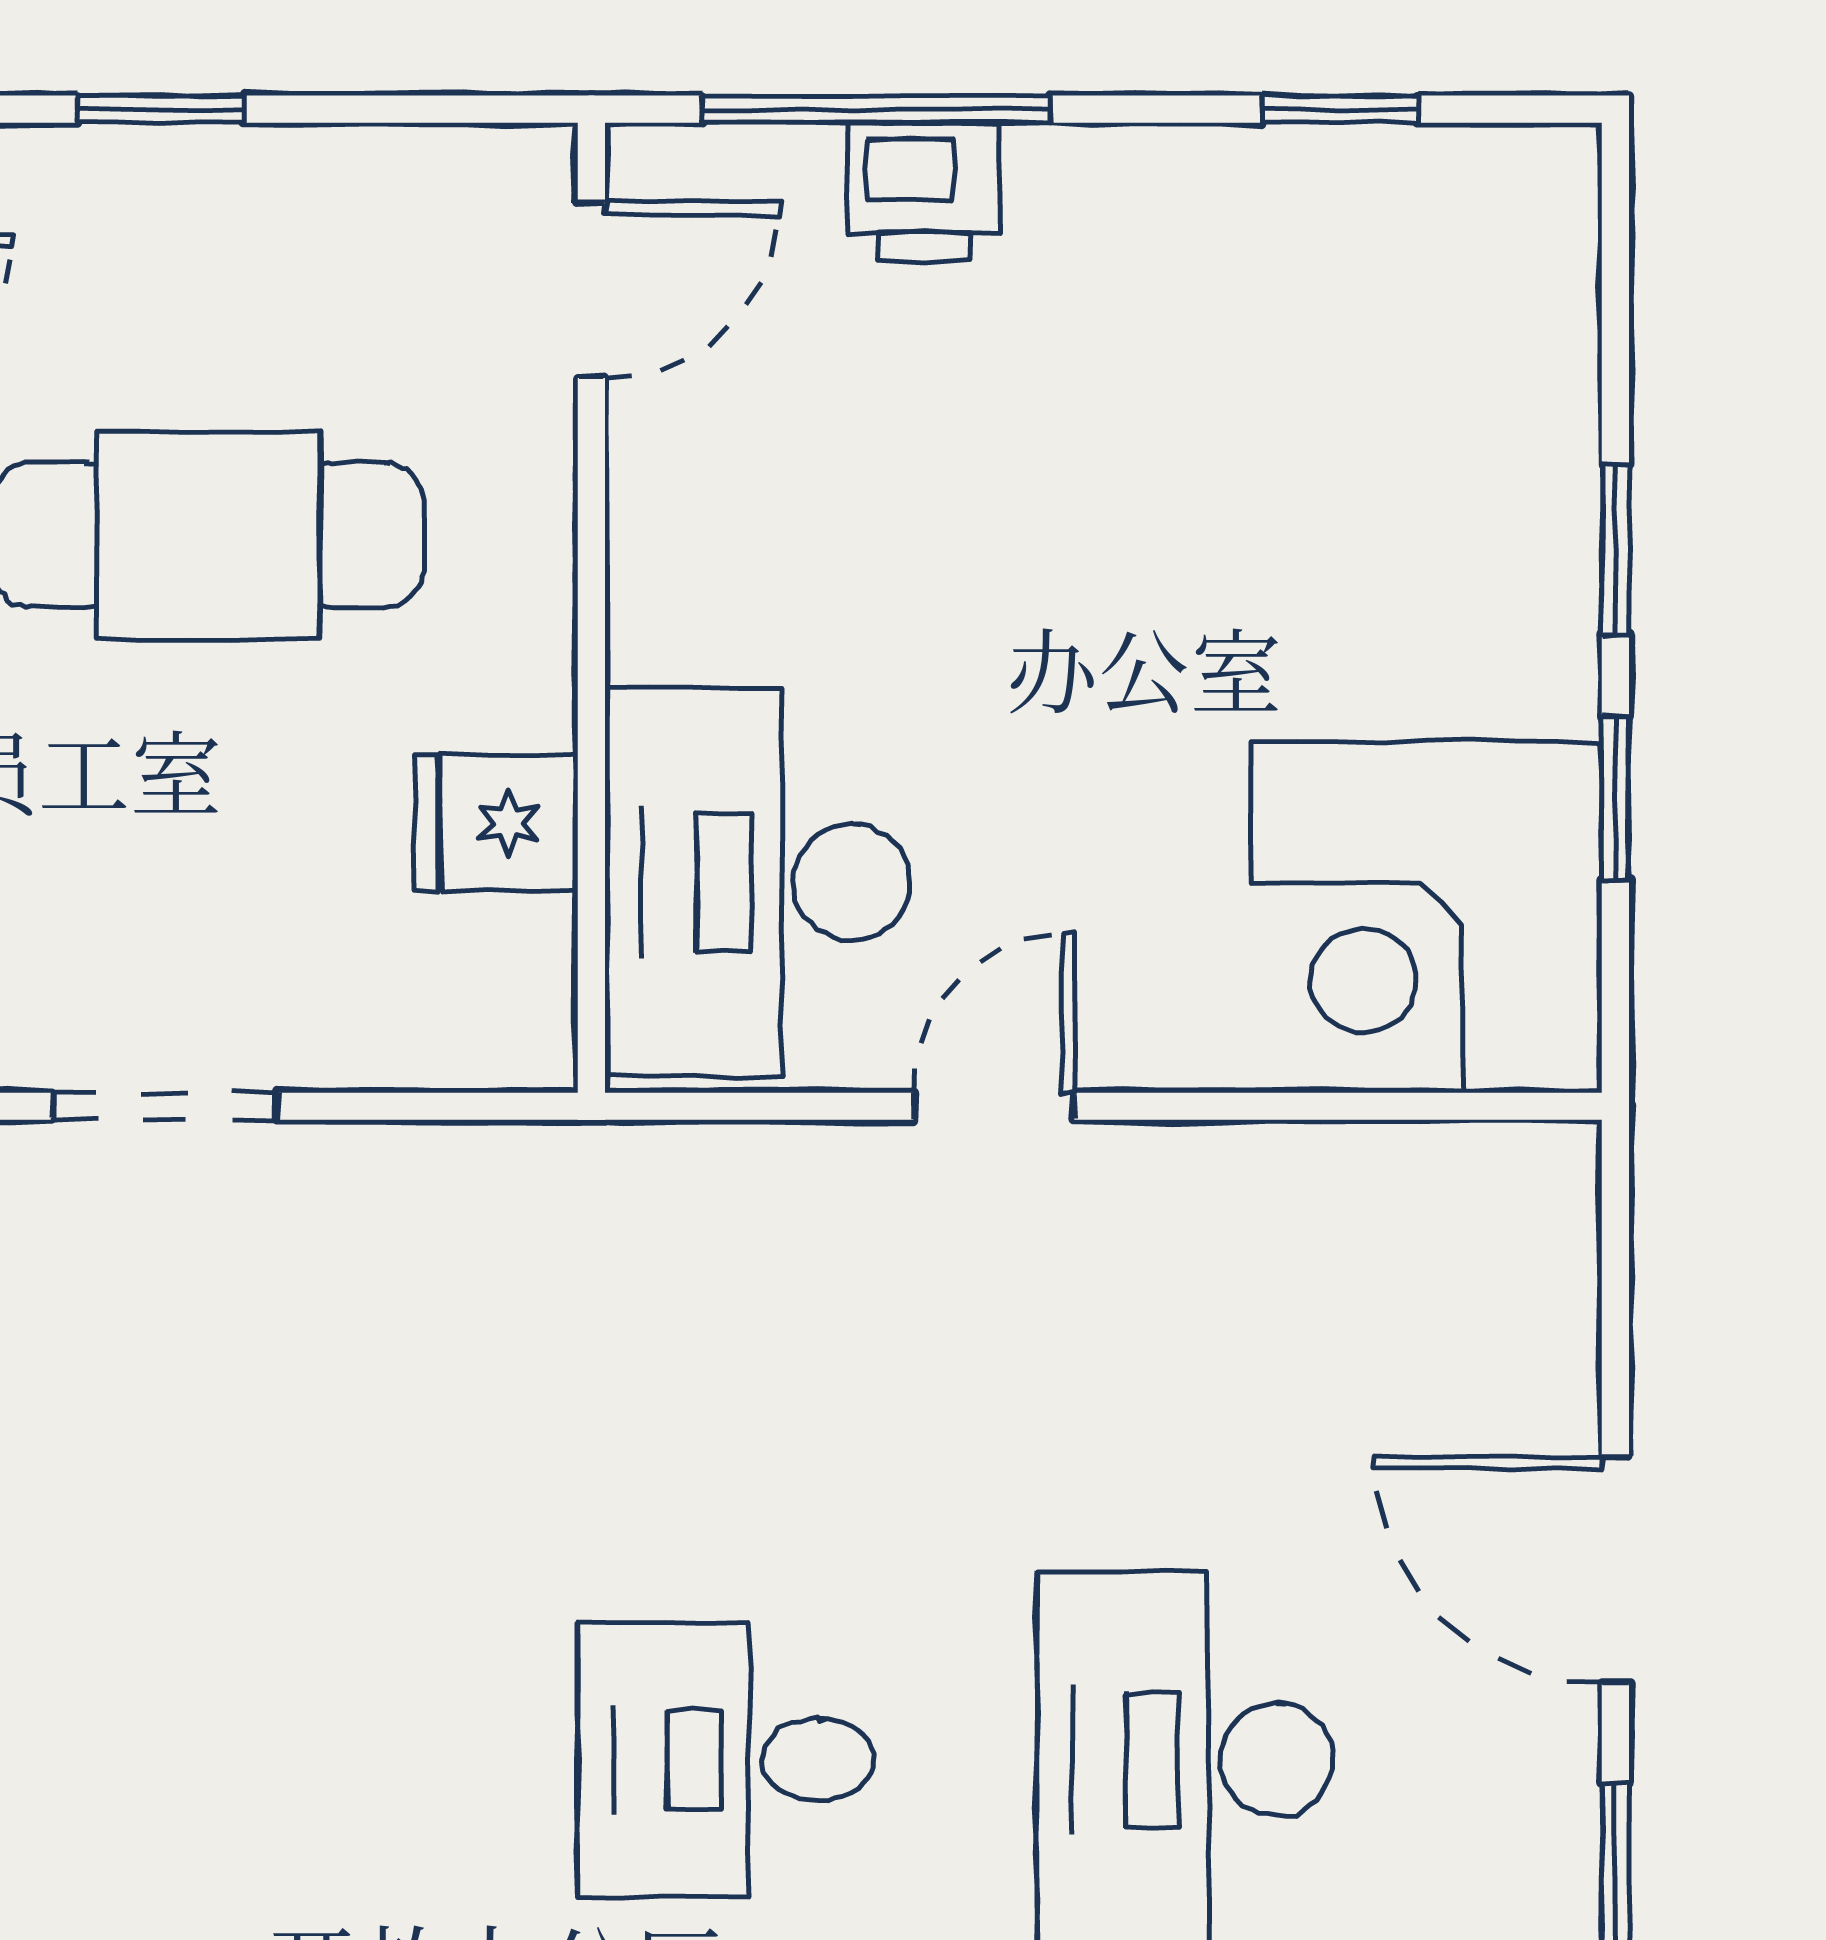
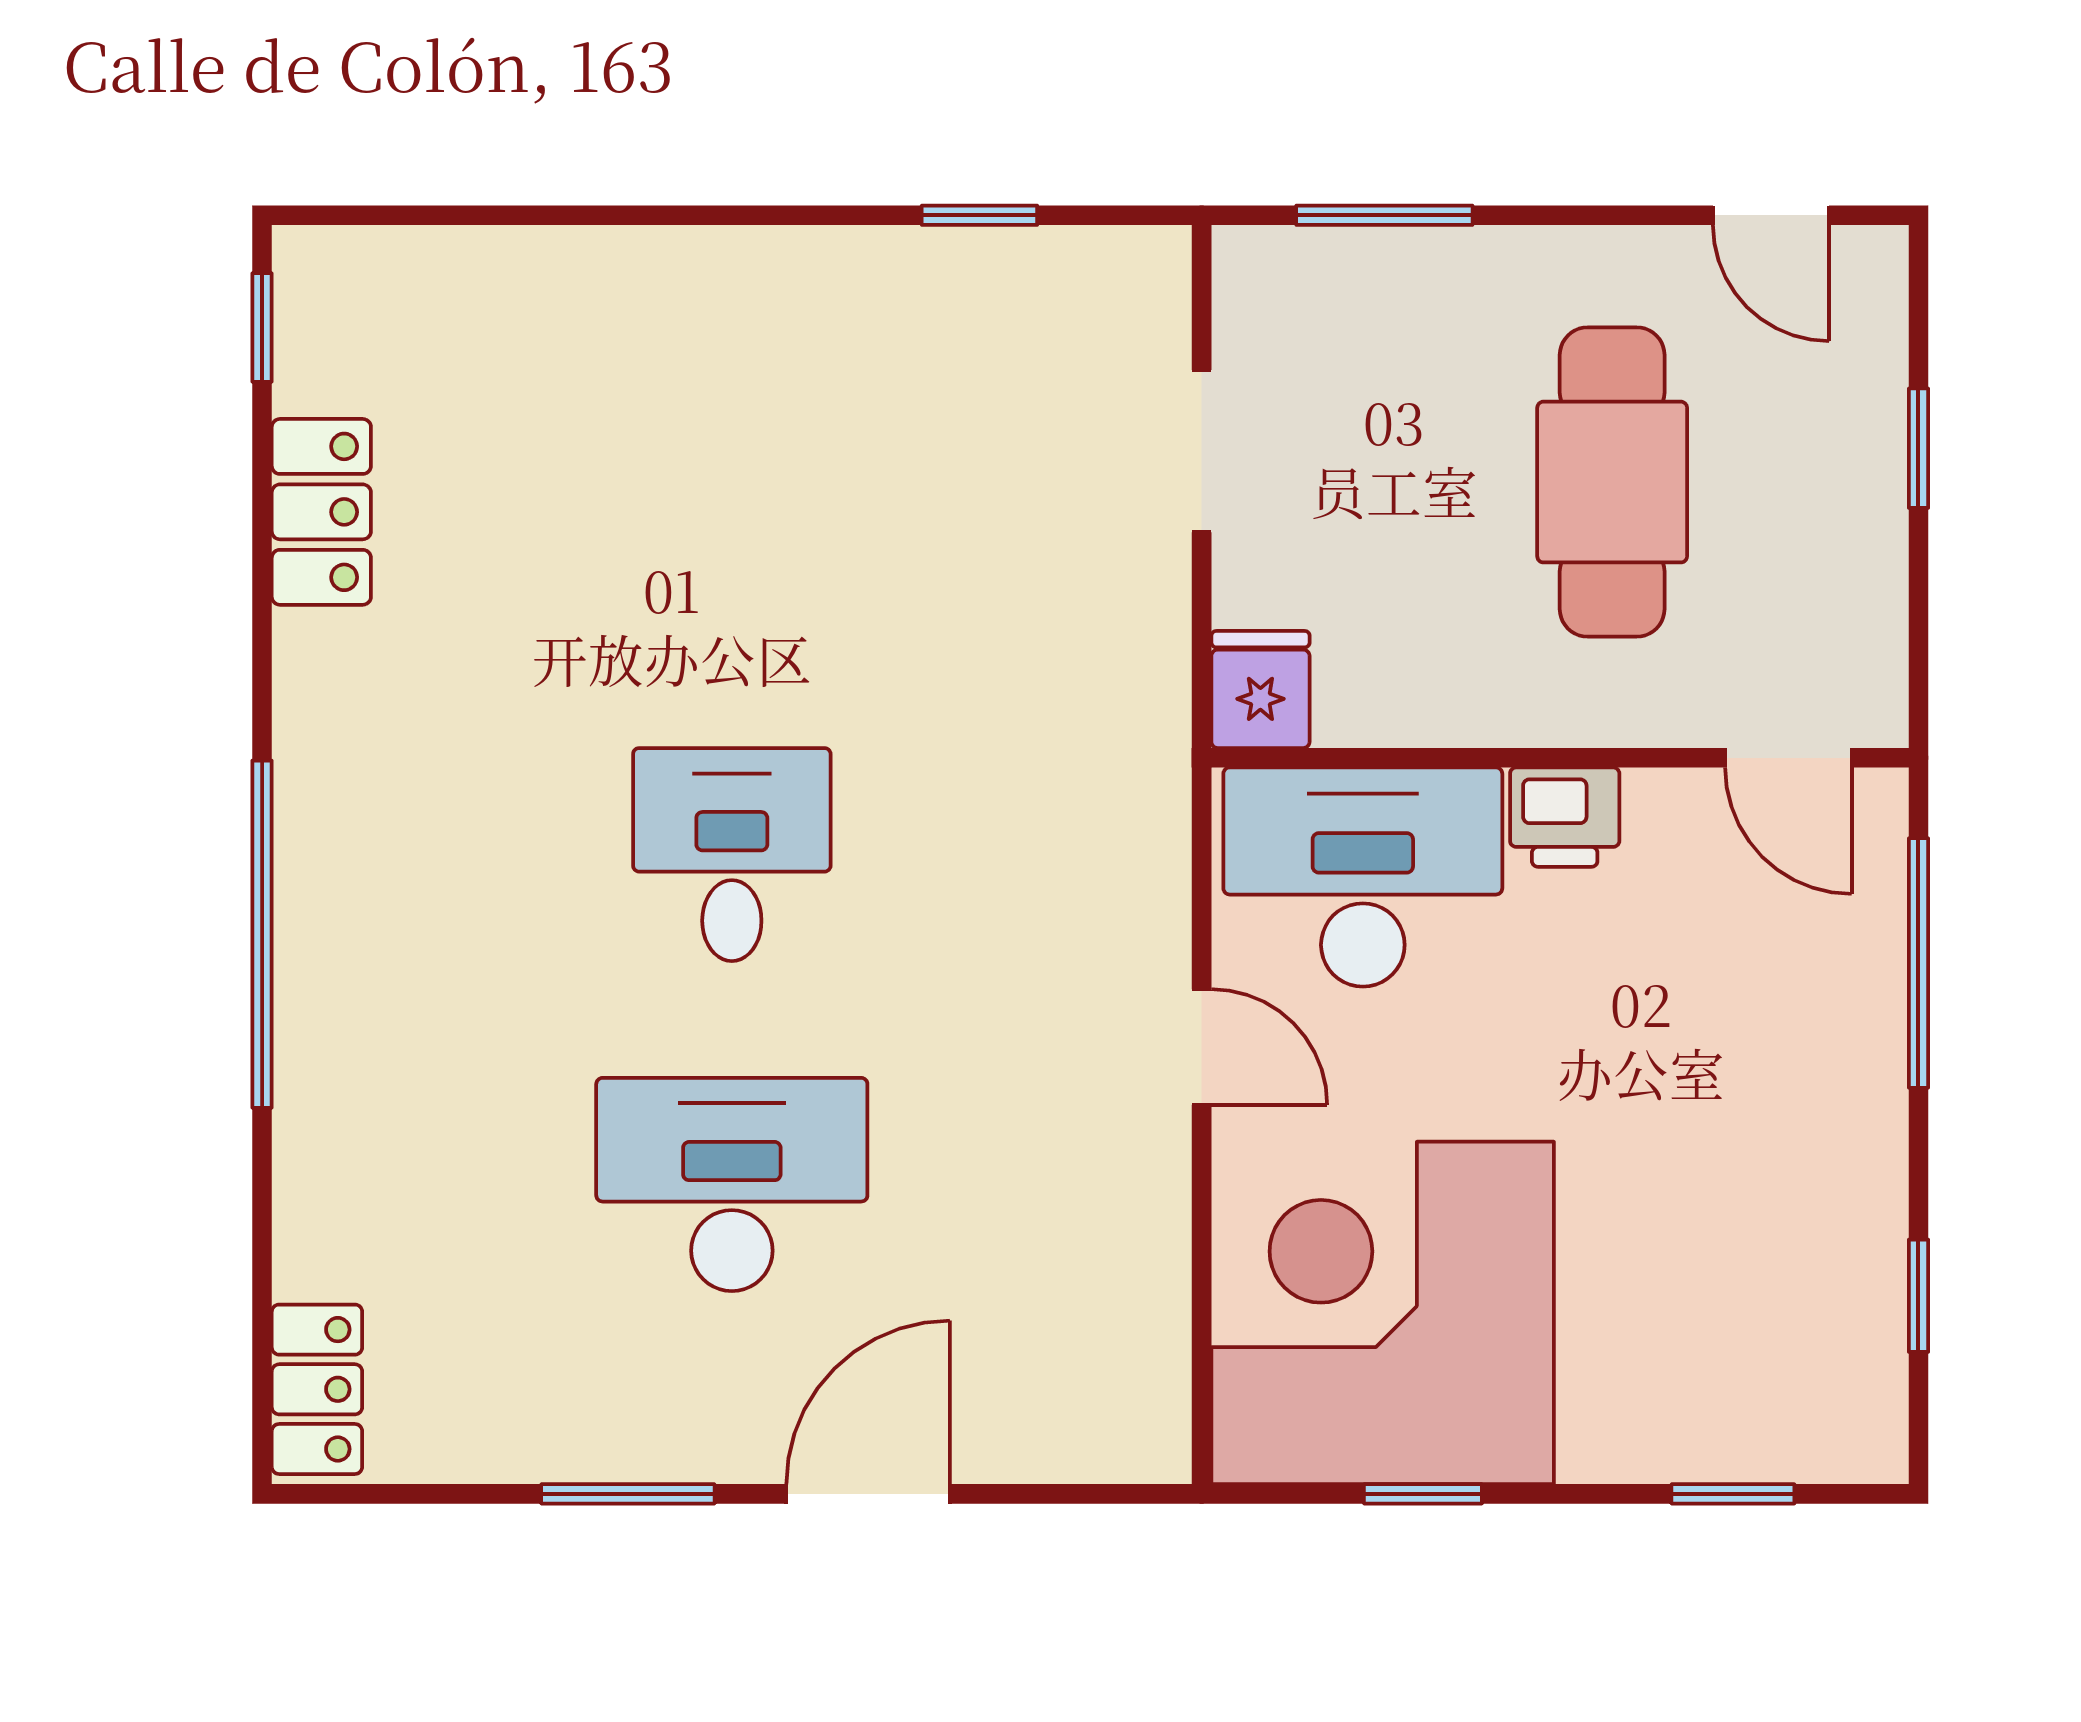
printer: (924, 192) -> (1565, 817), moved, turned -90
window: (1615, 550) -> (1733, 1494), moved
fridge: (496, 823) -> (1260, 689), moved
corner desk: (1427, 918) -> (1383, 1313), width x1.36, depth x1.36

